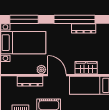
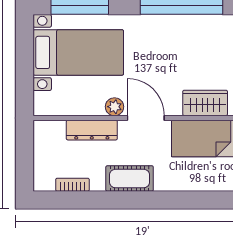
dresser: (84, 28) -> (200, 24), removed

